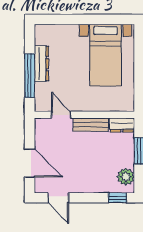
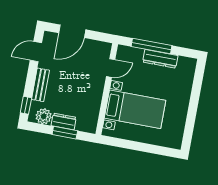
bed with nightstands: (105, 55) -> (135, 109), moved, turned 180
bench: (91, 125) -> (40, 85), moved
dresser: (122, 125) -> (64, 121), moved, turned 90

